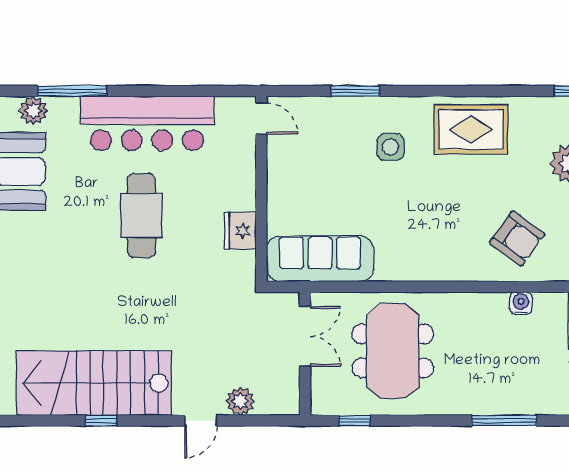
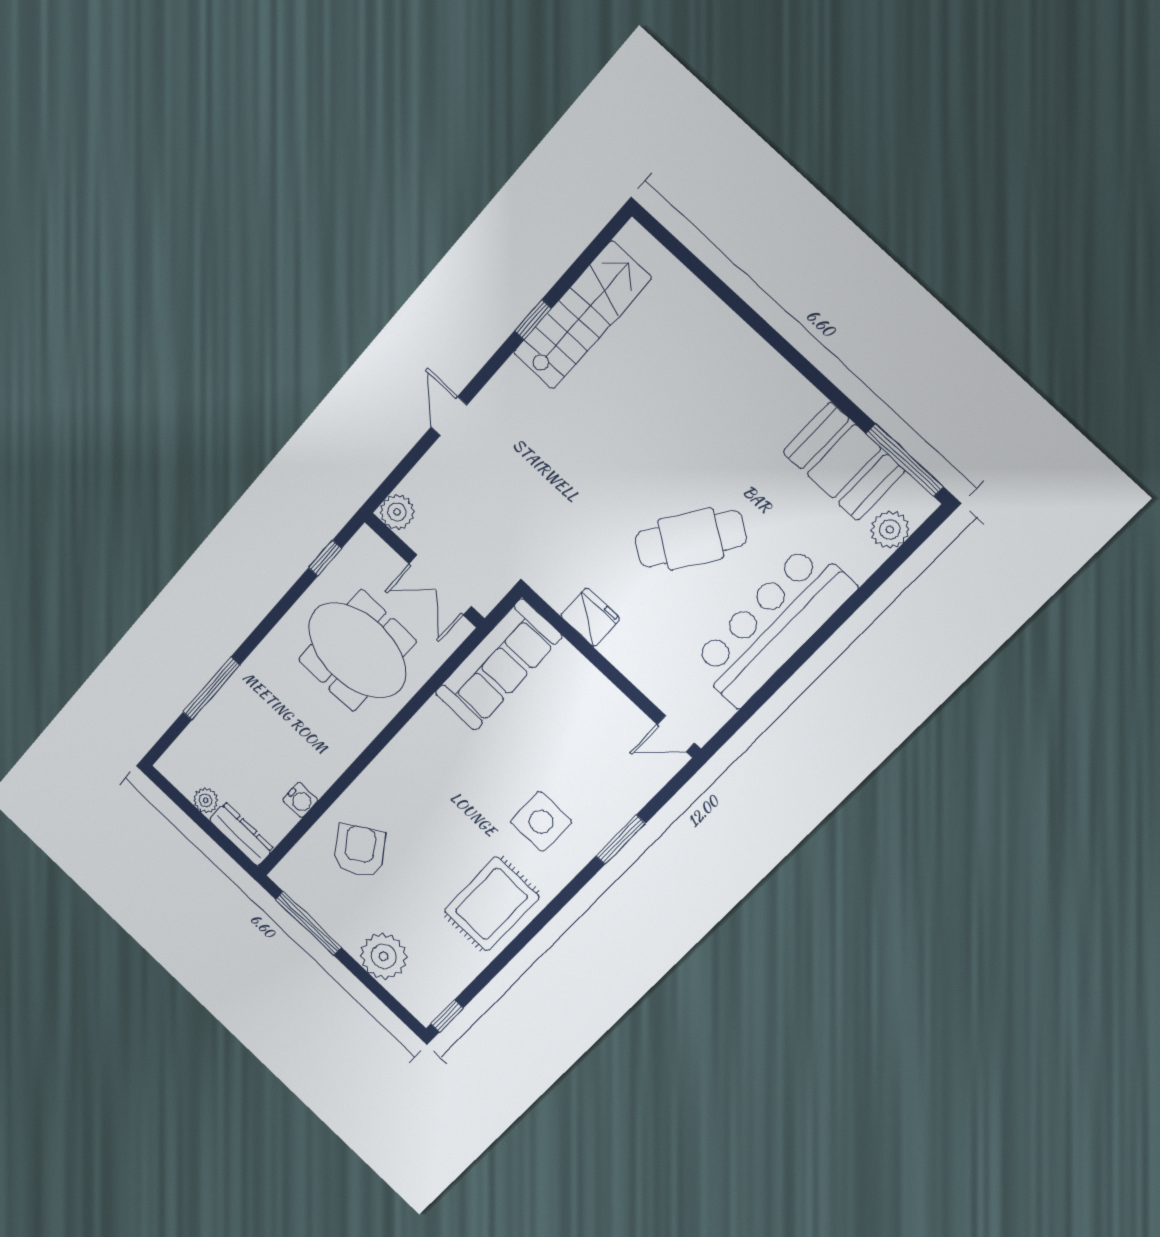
window: (72, 91) -> (872, 584), removed
side table: (391, 147) -> (541, 822), width x1.37, depth x1.37
cafe table: (141, 216) -> (691, 539), turned -56
armchair: (517, 238) -> (359, 851), turned 110
stairs: (94, 383) -> (582, 315), width x0.73, depth x0.66
plant: (240, 401) -> (397, 512), moved

